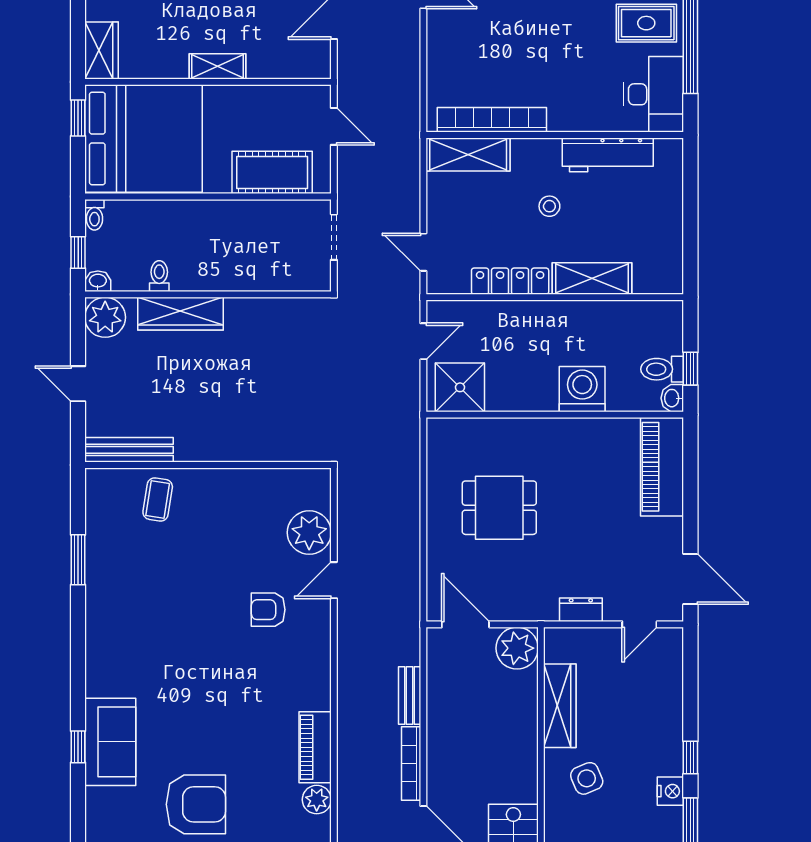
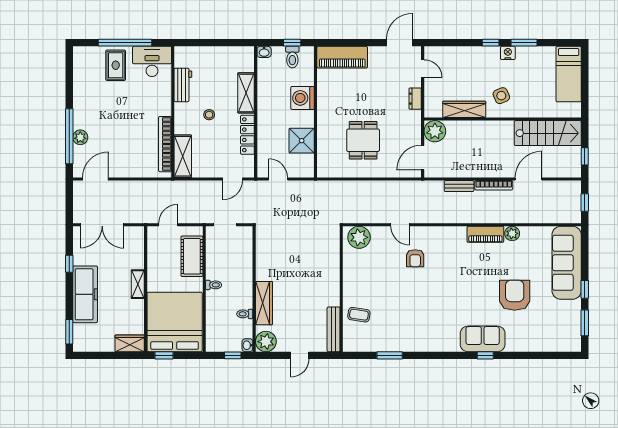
workbench: (608, 155) -> (183, 85), width x0.73
toilet: (94, 215) -> (214, 285), moved
shower: (460, 387) -> (302, 141), moved
washbasin: (672, 398) -> (264, 52), moved
plant: (309, 533) -> (359, 237), moved

